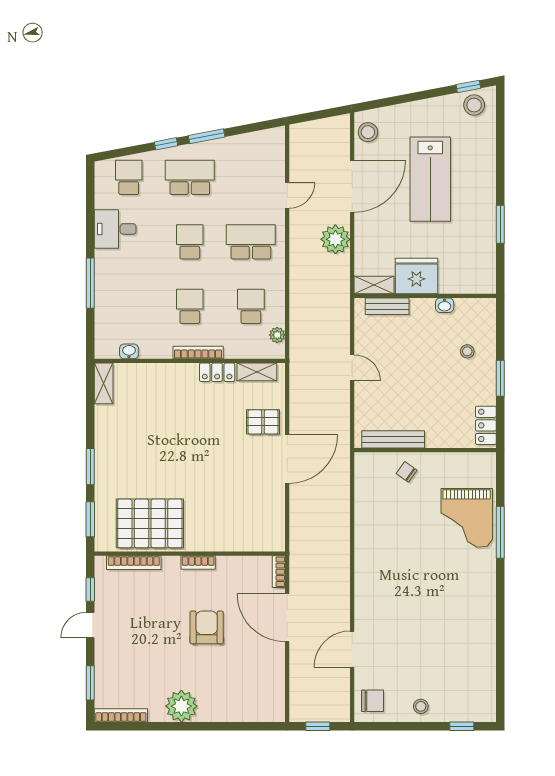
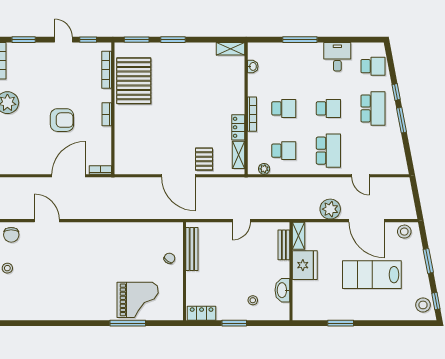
window: (410, 97) -> (428, 261), added
washbasin: (445, 305) -> (282, 290), width x1.91, depth x1.45
grand piano: (467, 518) -> (138, 300), turned 180

